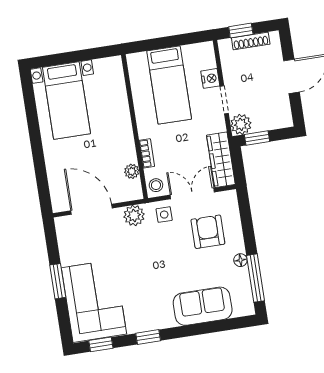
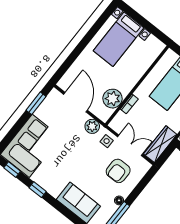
plant: (132, 171) -> (113, 99), width x1.88, depth x1.88
stool: (156, 185) -> (118, 123), removed
armchair: (208, 232) -> (118, 171), turned 180
window: (58, 281) -> (36, 103), moved

